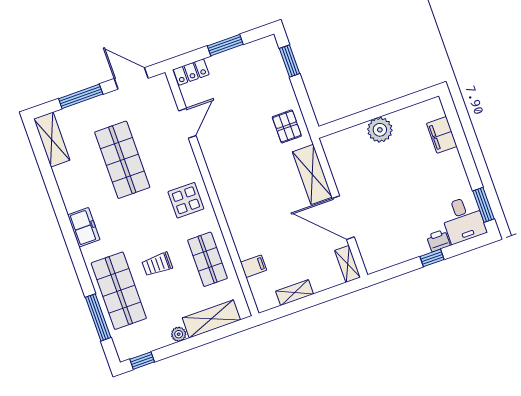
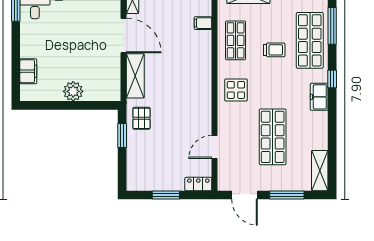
window: (290, 61) -> (122, 135), moved
window: (76, 254) -> (332, 79), added

